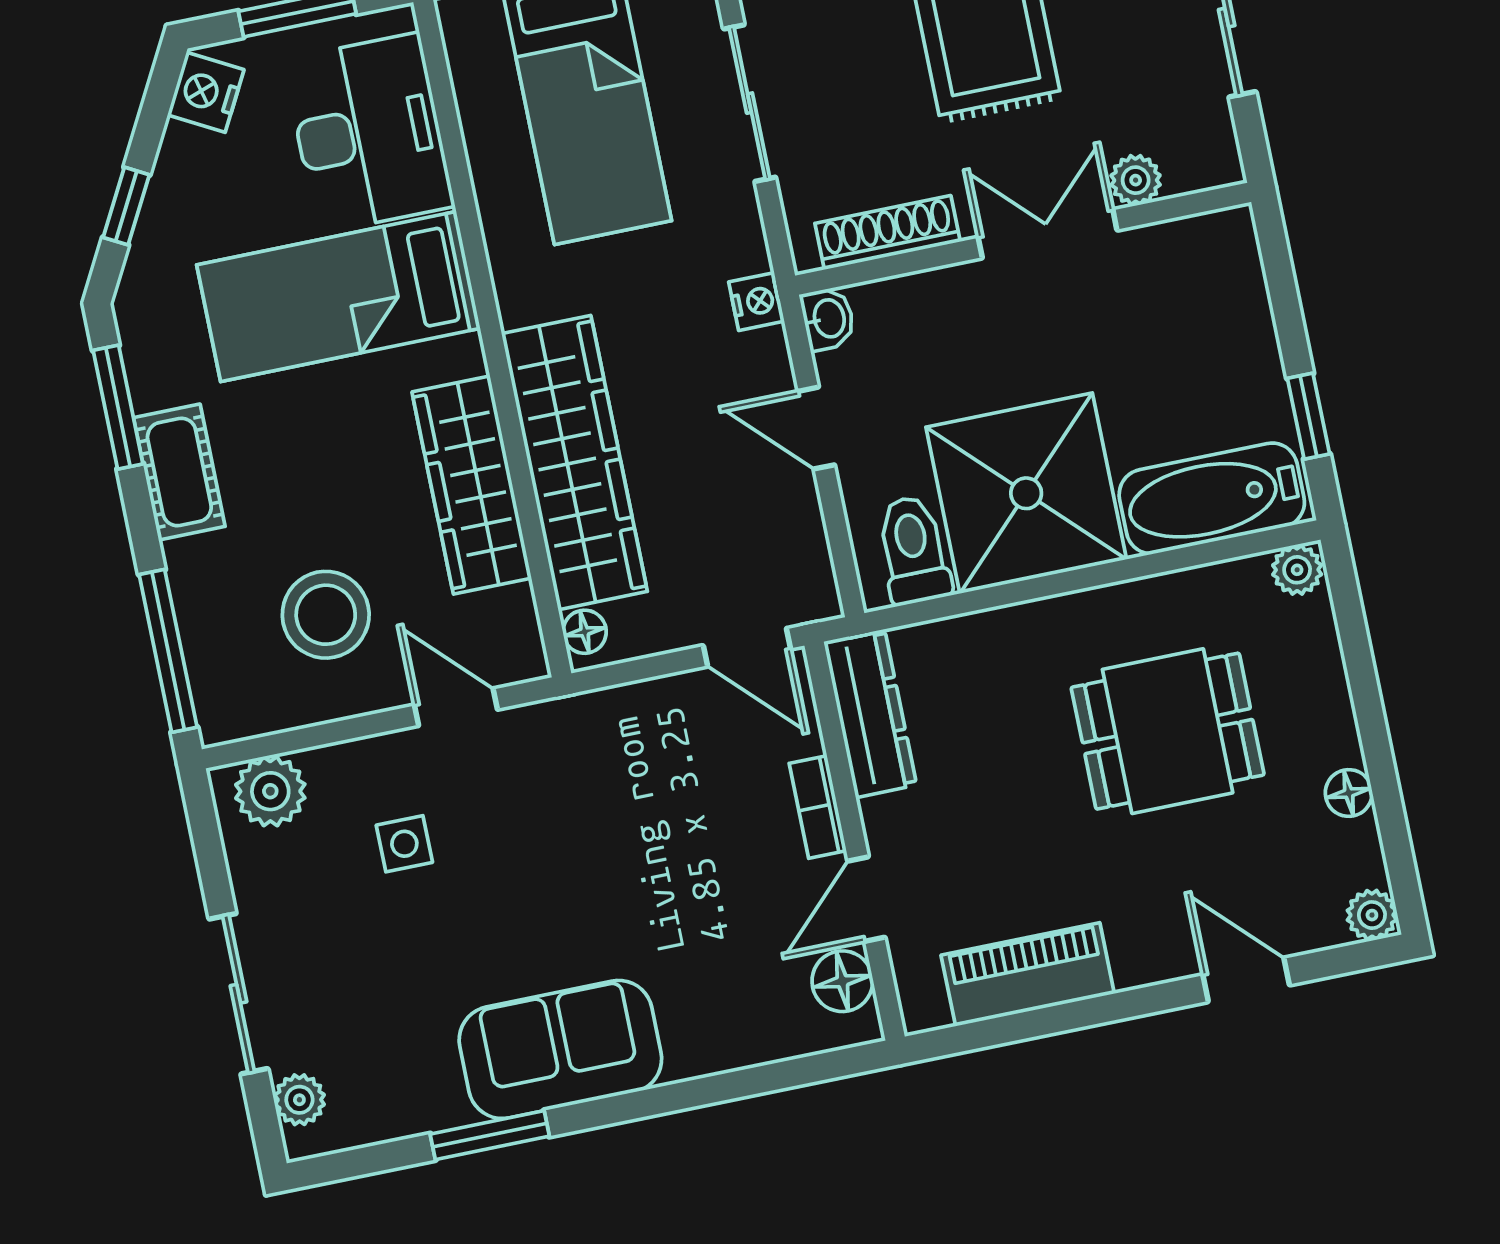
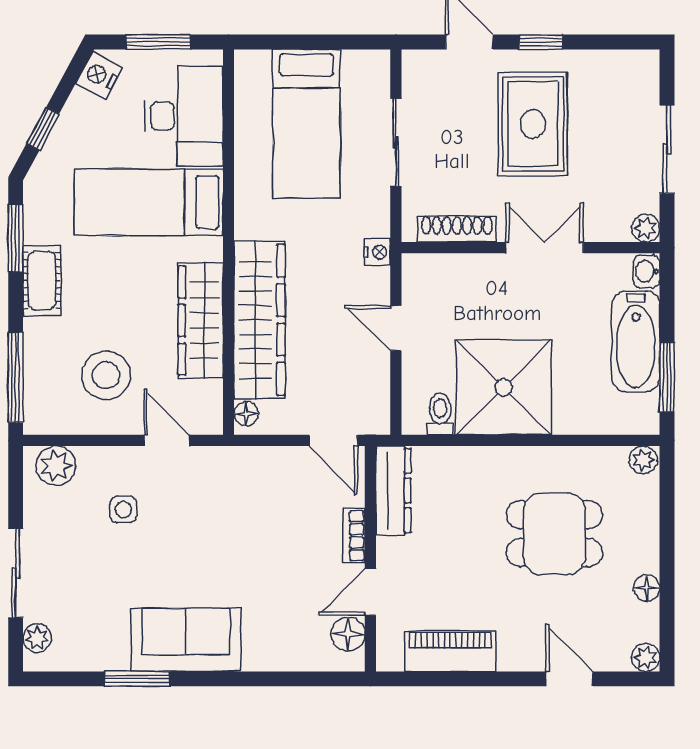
plant: (1136, 180) -> (646, 228), moved
washbasin: (828, 319) -> (646, 271), moved, turned 180
window: (1309, 416) -> (667, 377), width x1.50
bathtub: (1212, 498) -> (636, 341), moved, turned -90
toilet: (913, 550) -> (440, 414), width x0.73, depth x0.72

